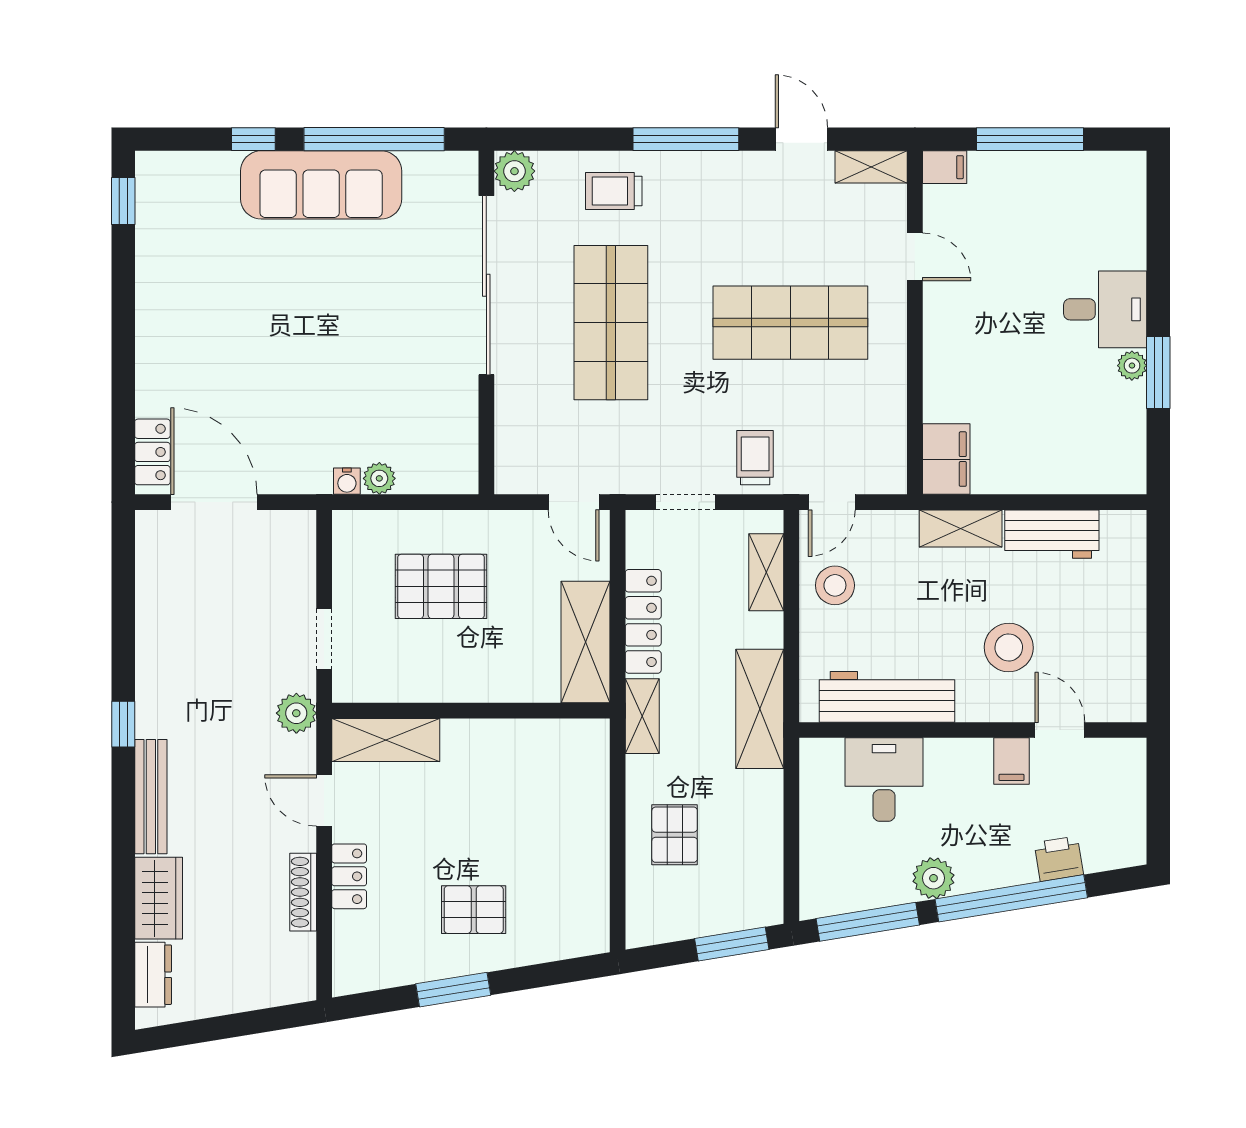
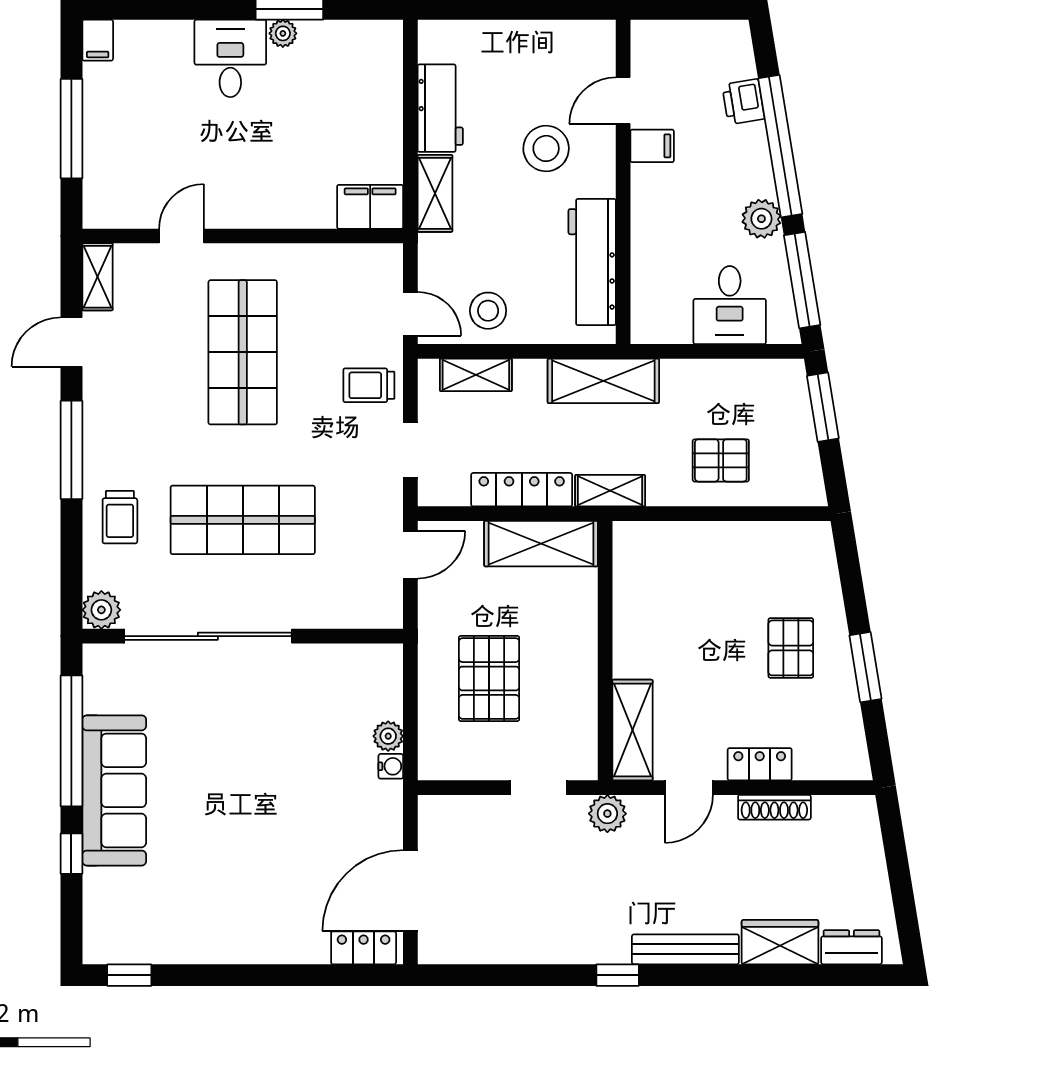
filing cabinet: (945, 167) -> (98, 40), moved, turned 180
desk: (884, 780) -> (730, 305), moved, turned -90

